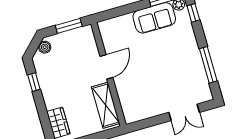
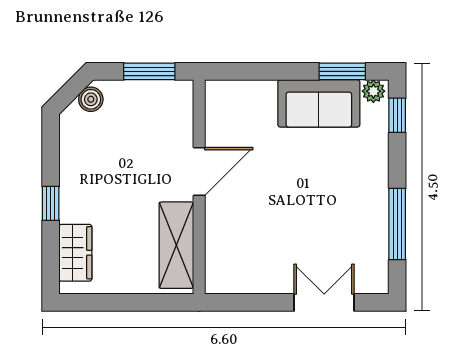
window: (34, 82) -> (51, 203), moved
double door: (184, 112) -> (324, 302), swing flipped

